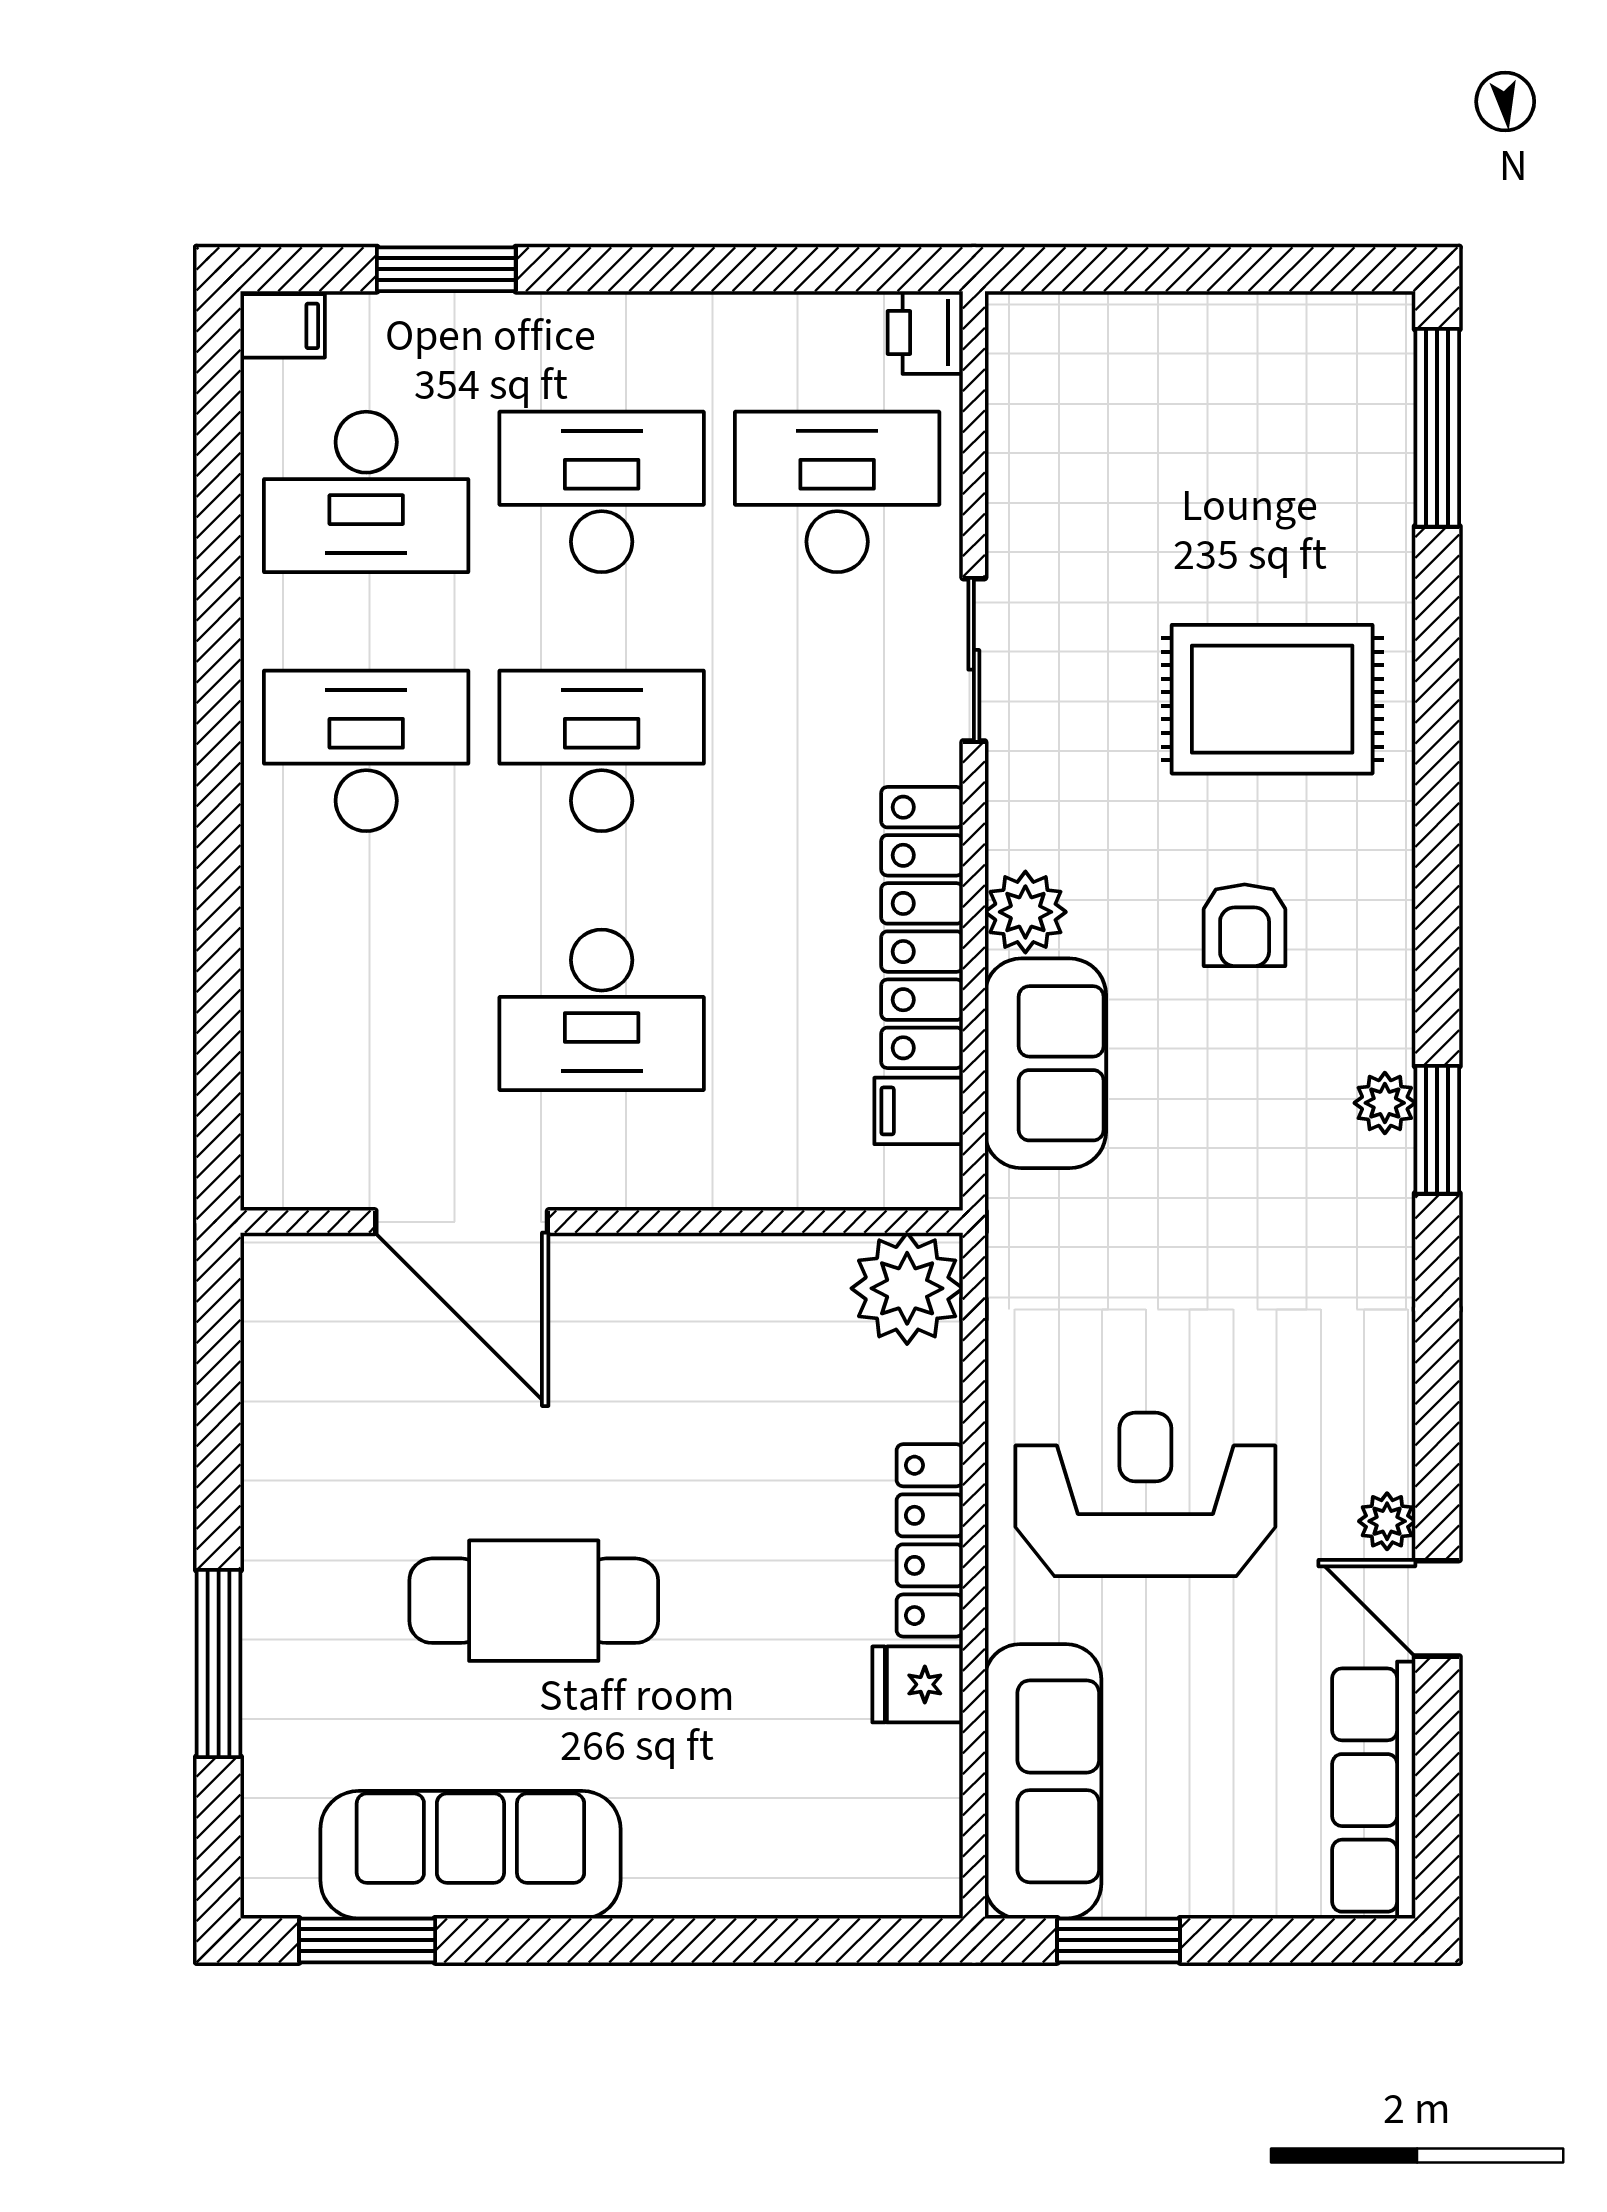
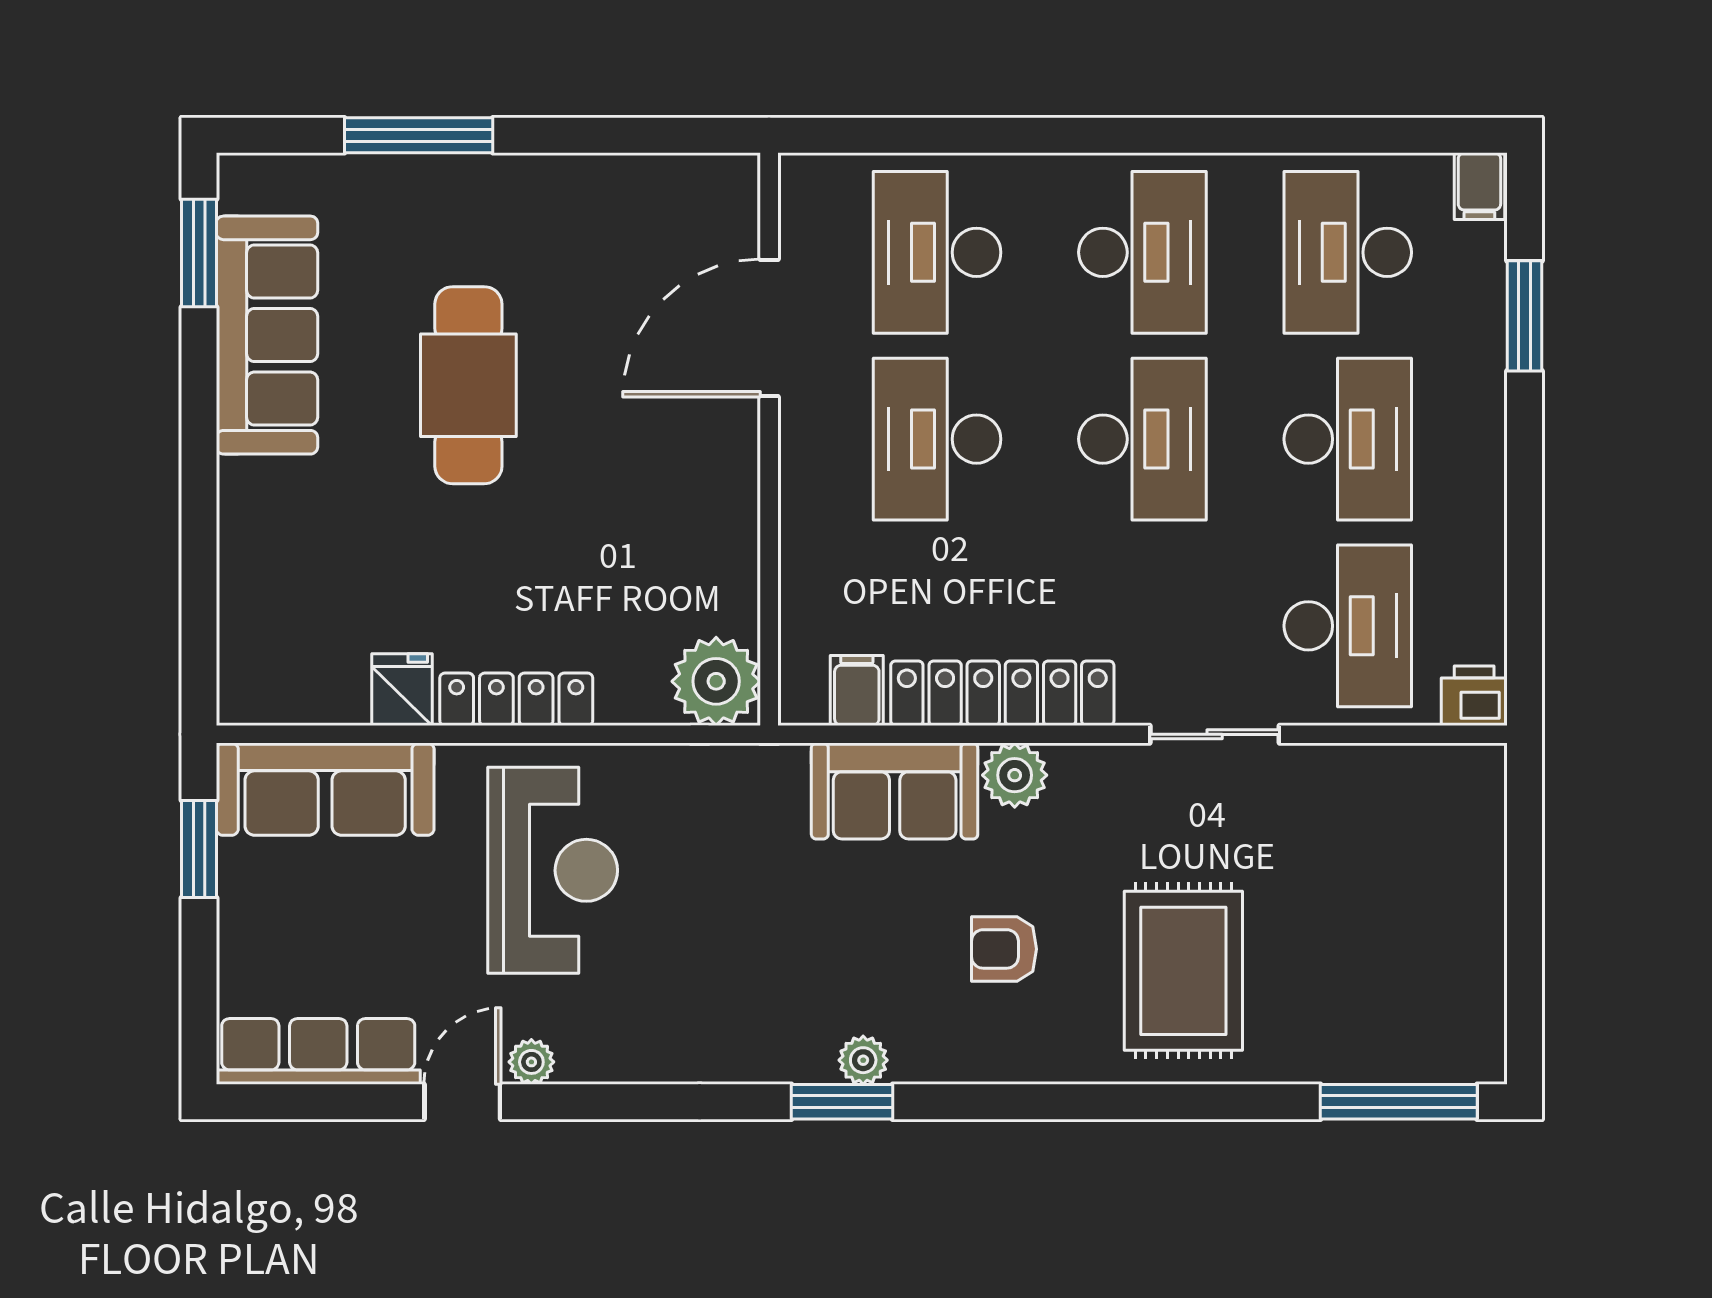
desk: (366, 1010) -> (937, 252), added

